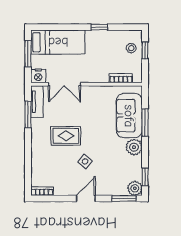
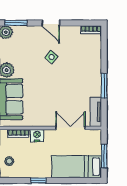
nightstand: (38, 76) -> (37, 136), moved
window: (28, 114) -> (104, 86), moved
rug: (66, 136) -> (69, 80), removed
door: (86, 198) -> (51, 23), hinge flipped

